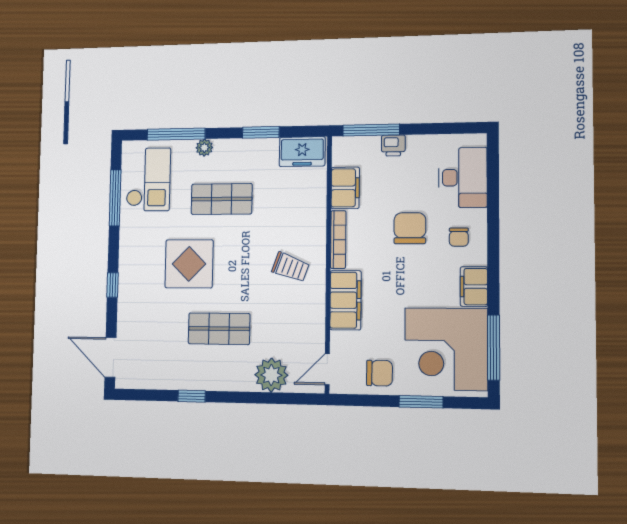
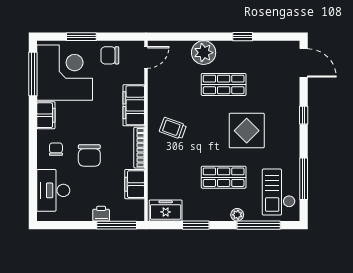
plant: (271, 375) -> (204, 53), moved

